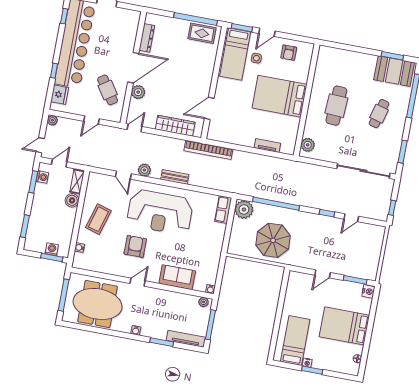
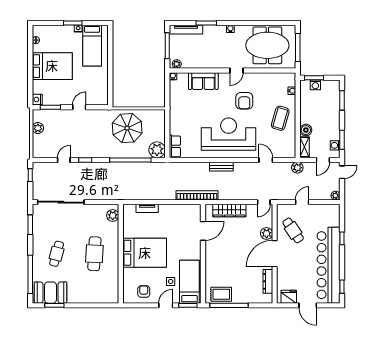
fridge: (60, 95) -> (289, 297), moved, turned 90
plant: (144, 170) -> (297, 168), moved
plant: (374, 259) -> (38, 128), added

